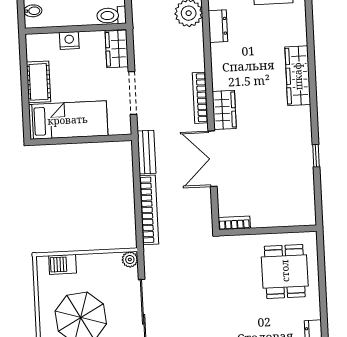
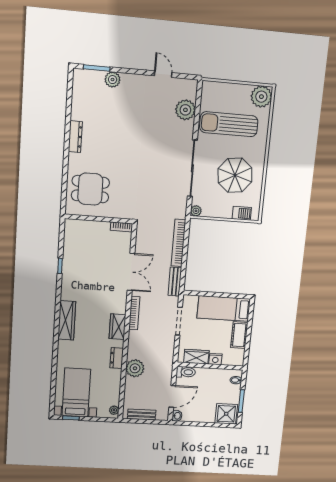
wardrobe: (117, 49) -> (196, 357), moved, turned -90
wardrobe: (224, 110) -> (117, 327), moved
dining table: (285, 271) -> (90, 189), turned 90

